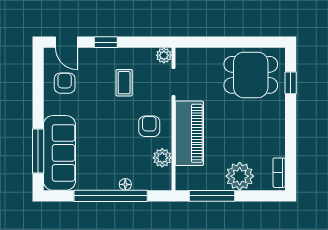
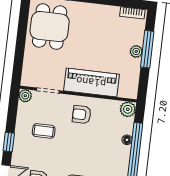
plant: (162, 158) -> (128, 109), moved
plant: (240, 176) -> (136, 51), width x0.53, depth x0.53
window: (212, 196) -> (147, 49), moved

